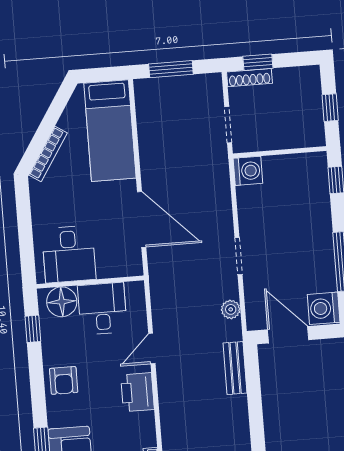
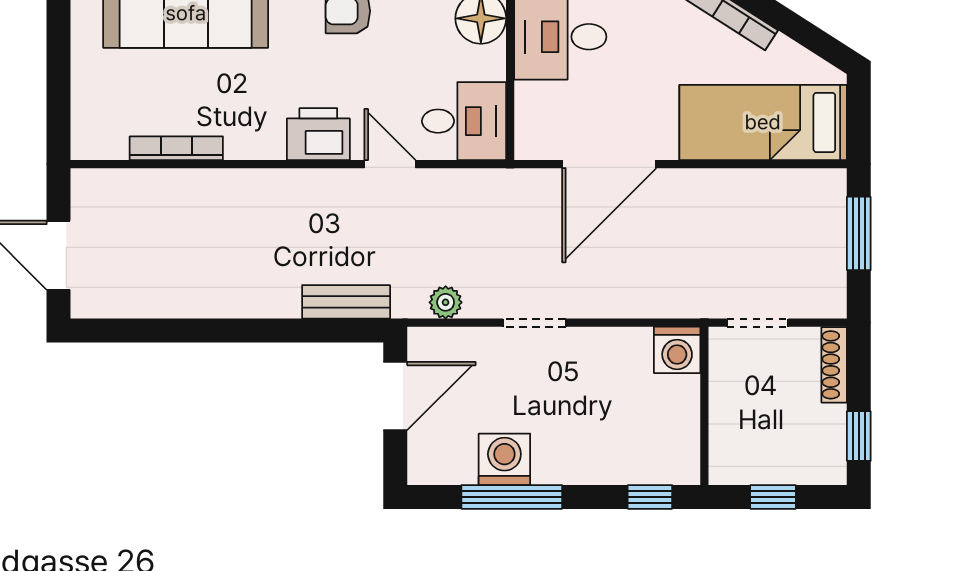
window: (258, 62) -> (859, 436), moved
washing machine: (324, 308) -> (504, 459), moved
desk: (102, 309) -> (464, 121), moved

